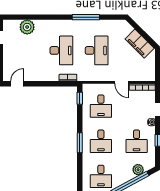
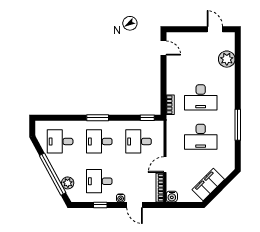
water cooler: (150, 76) -> (172, 197), added

